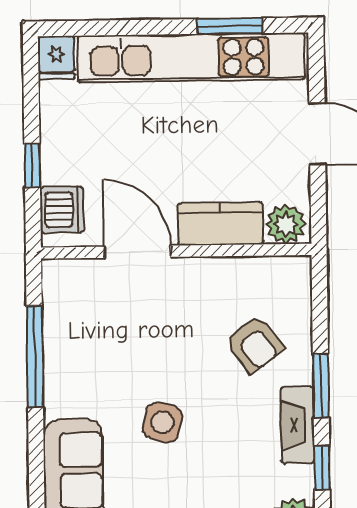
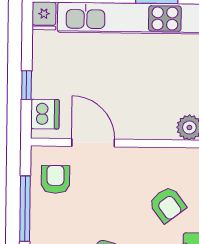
kitchen counter: (220, 224) -> (147, 126), removed
armchair: (81, 310) -> (55, 179), added

